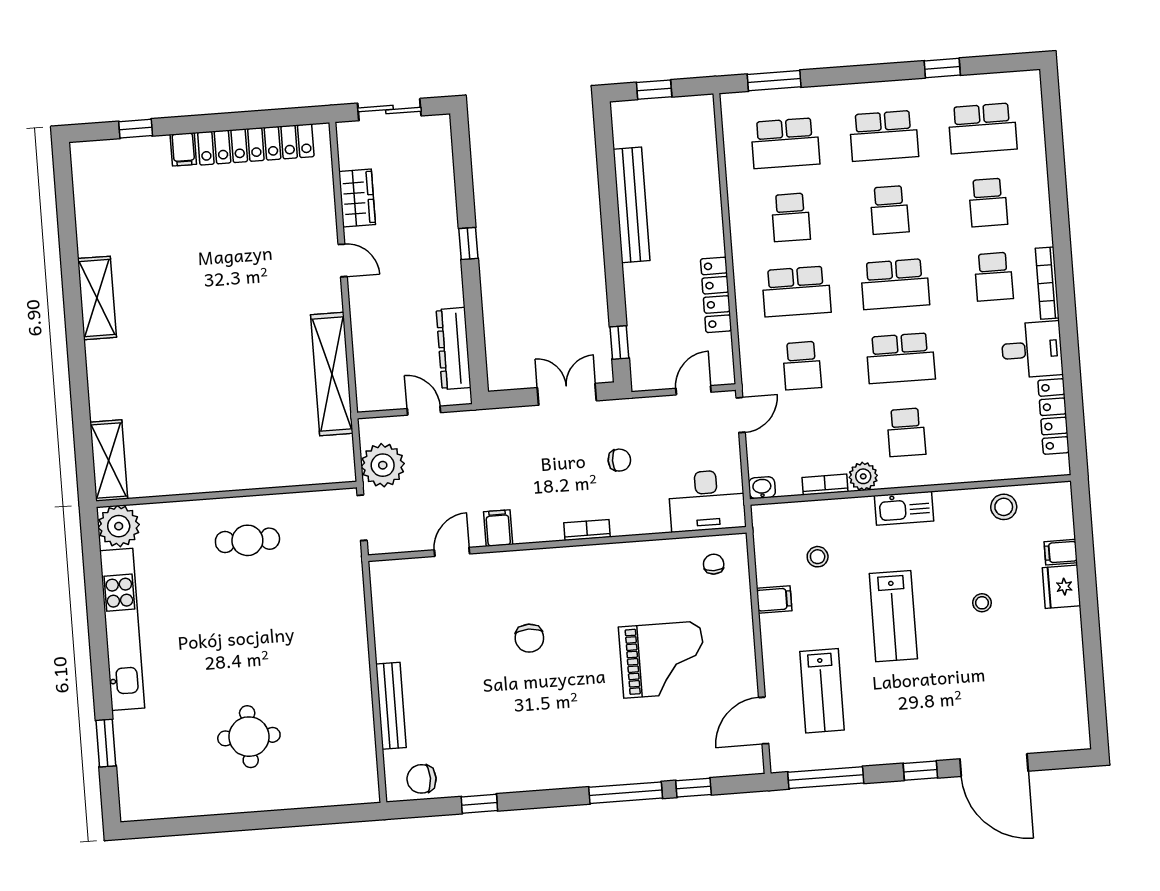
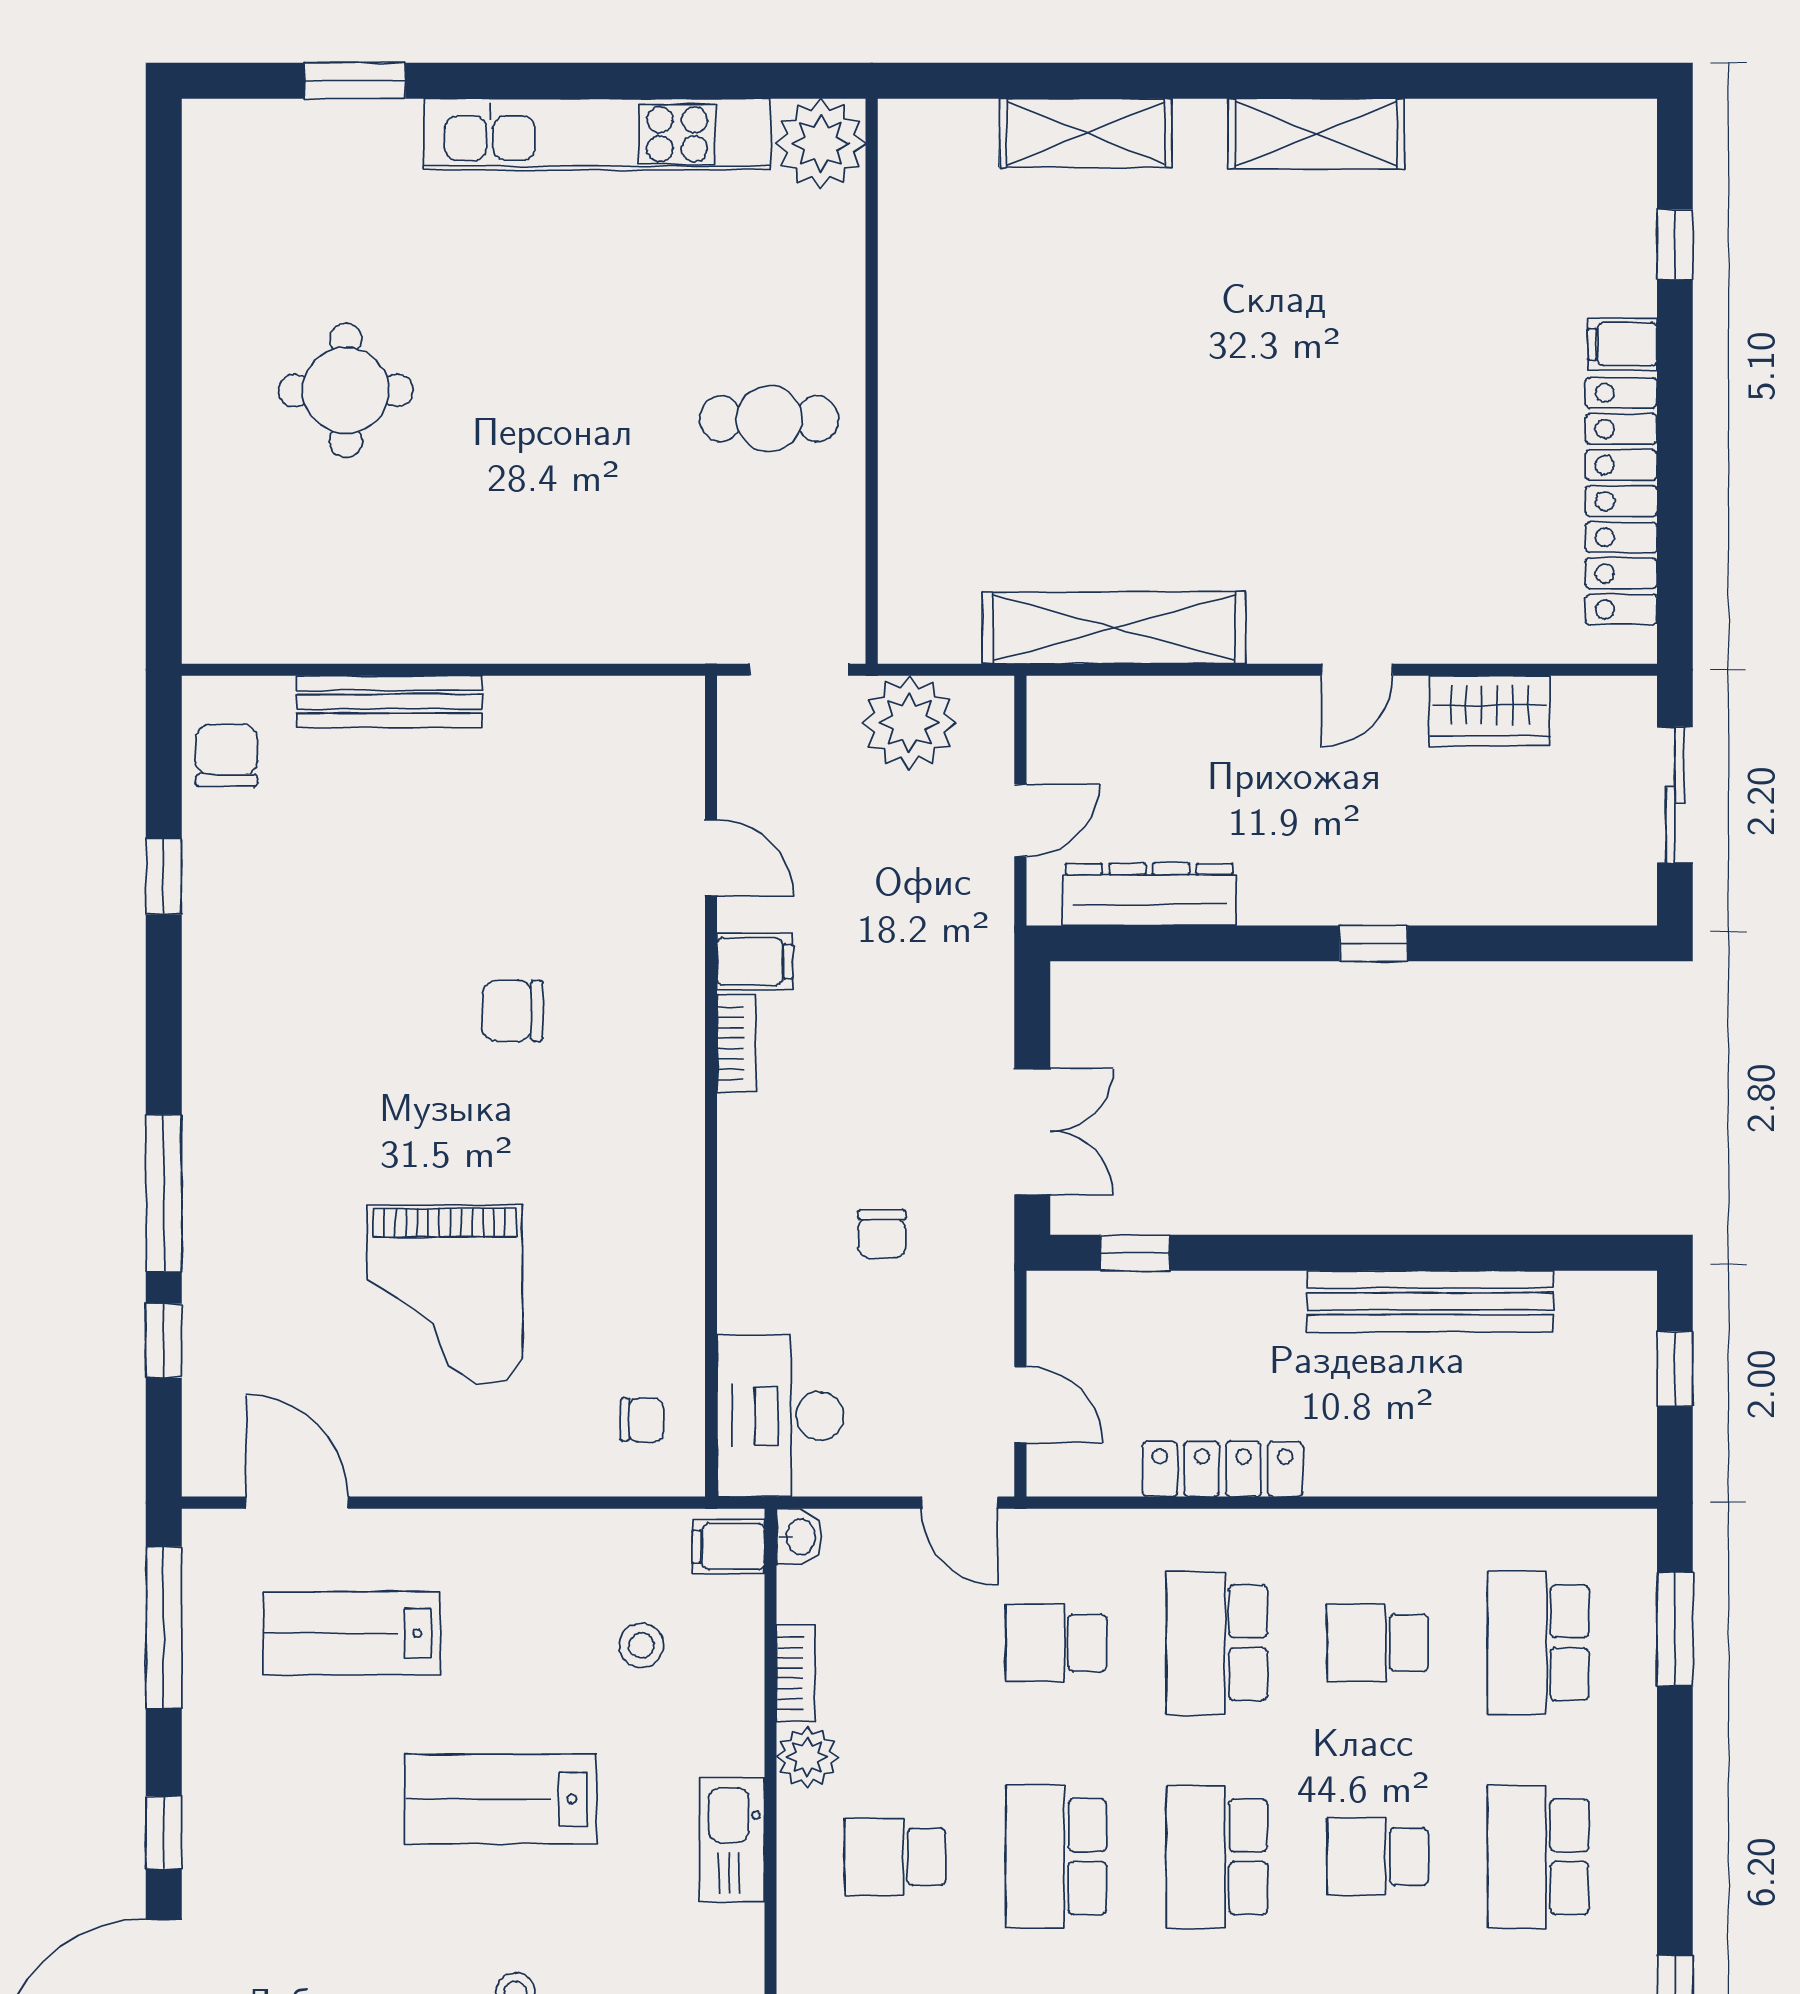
shelving: (109, 461) -> (1086, 133), moved
bookcase: (587, 530) -> (736, 1043), moved
cafe table: (247, 540) -> (769, 419), turned 90
filing cabinet: (774, 600) -> (728, 1547), moved, turned 90

